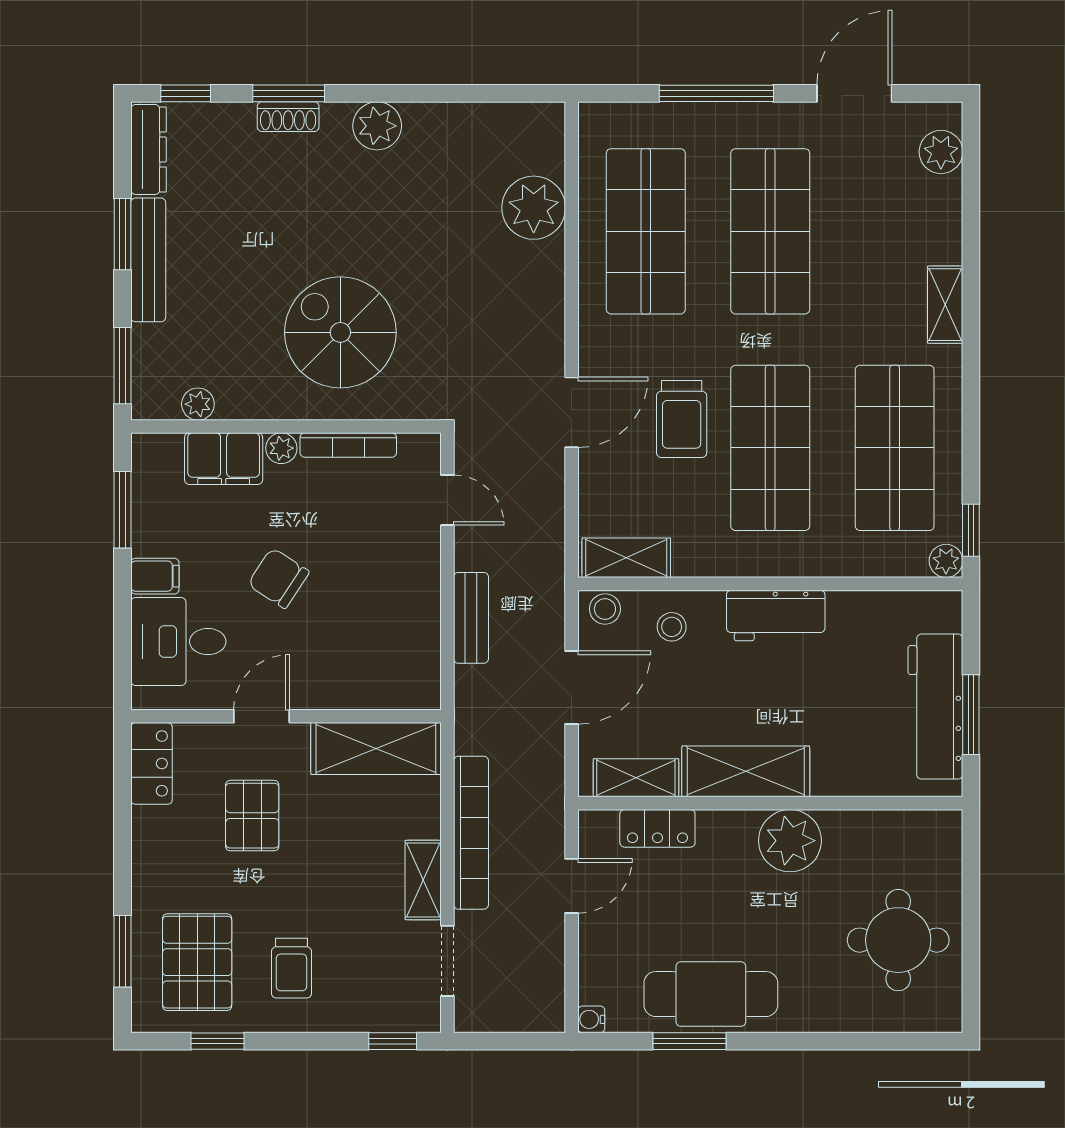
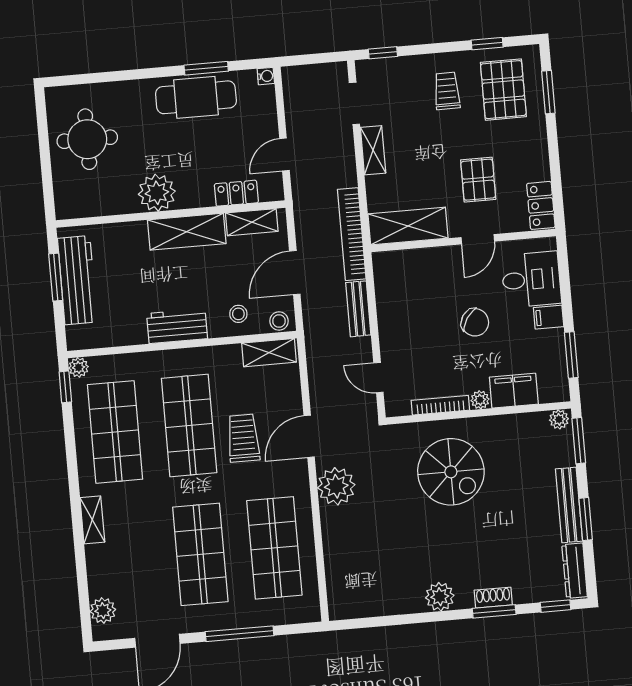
plant: (534, 208) -> (336, 486), moved
plant: (198, 404) -> (559, 419), moved
bookcase: (471, 833) -> (352, 234), moved

